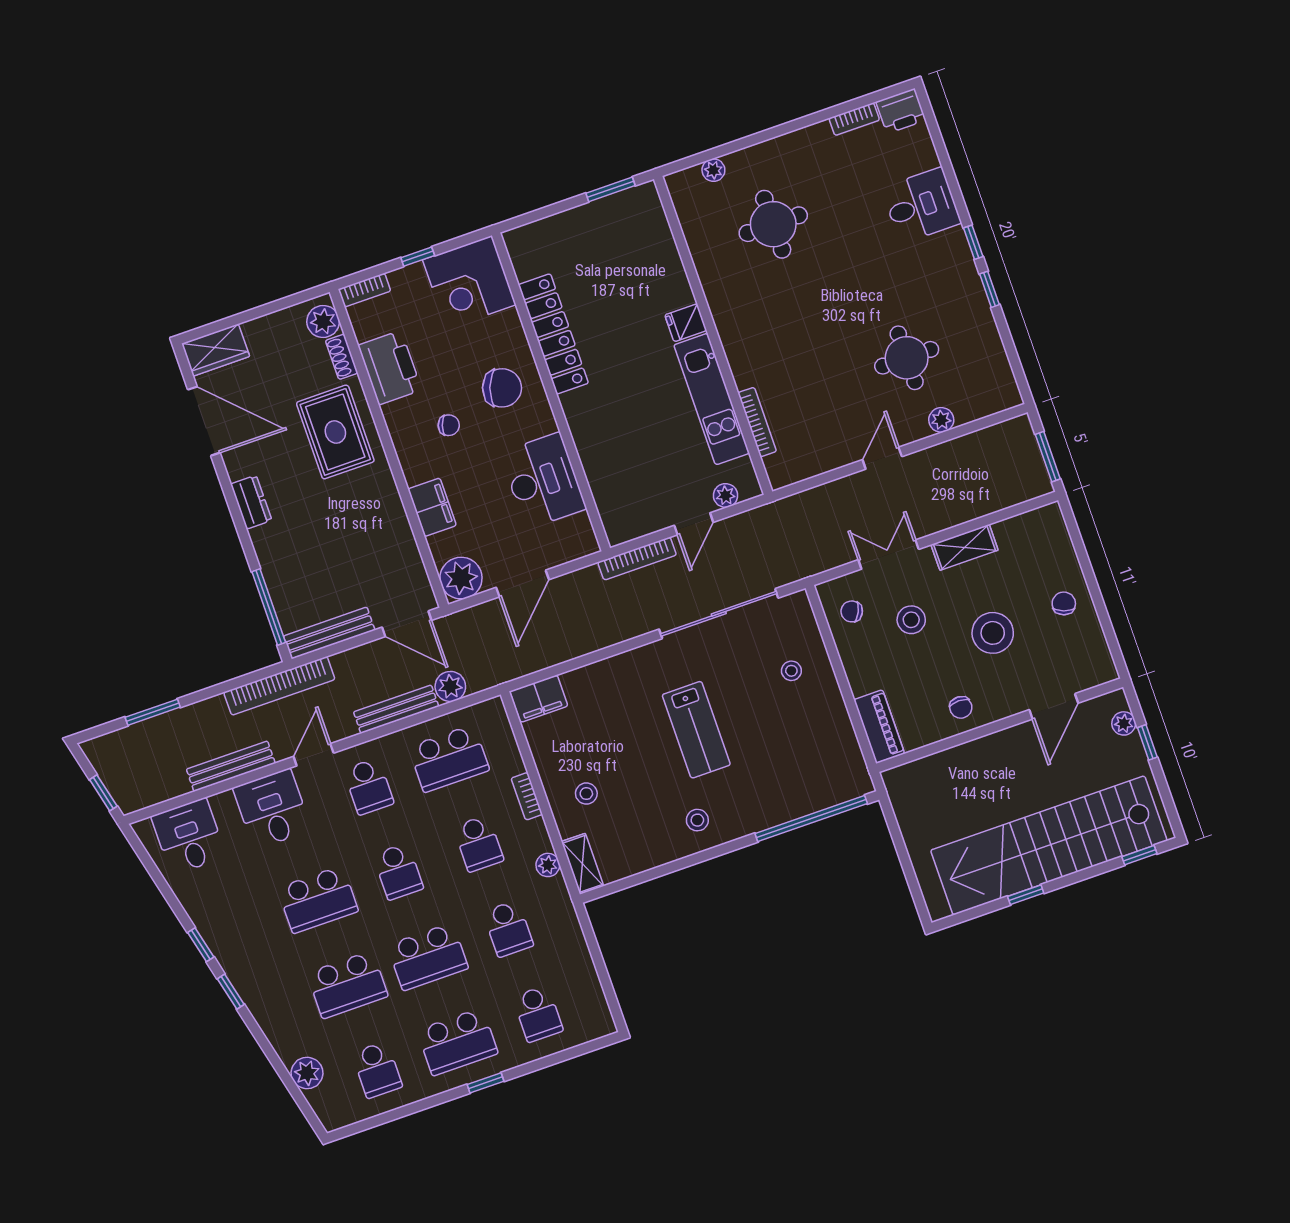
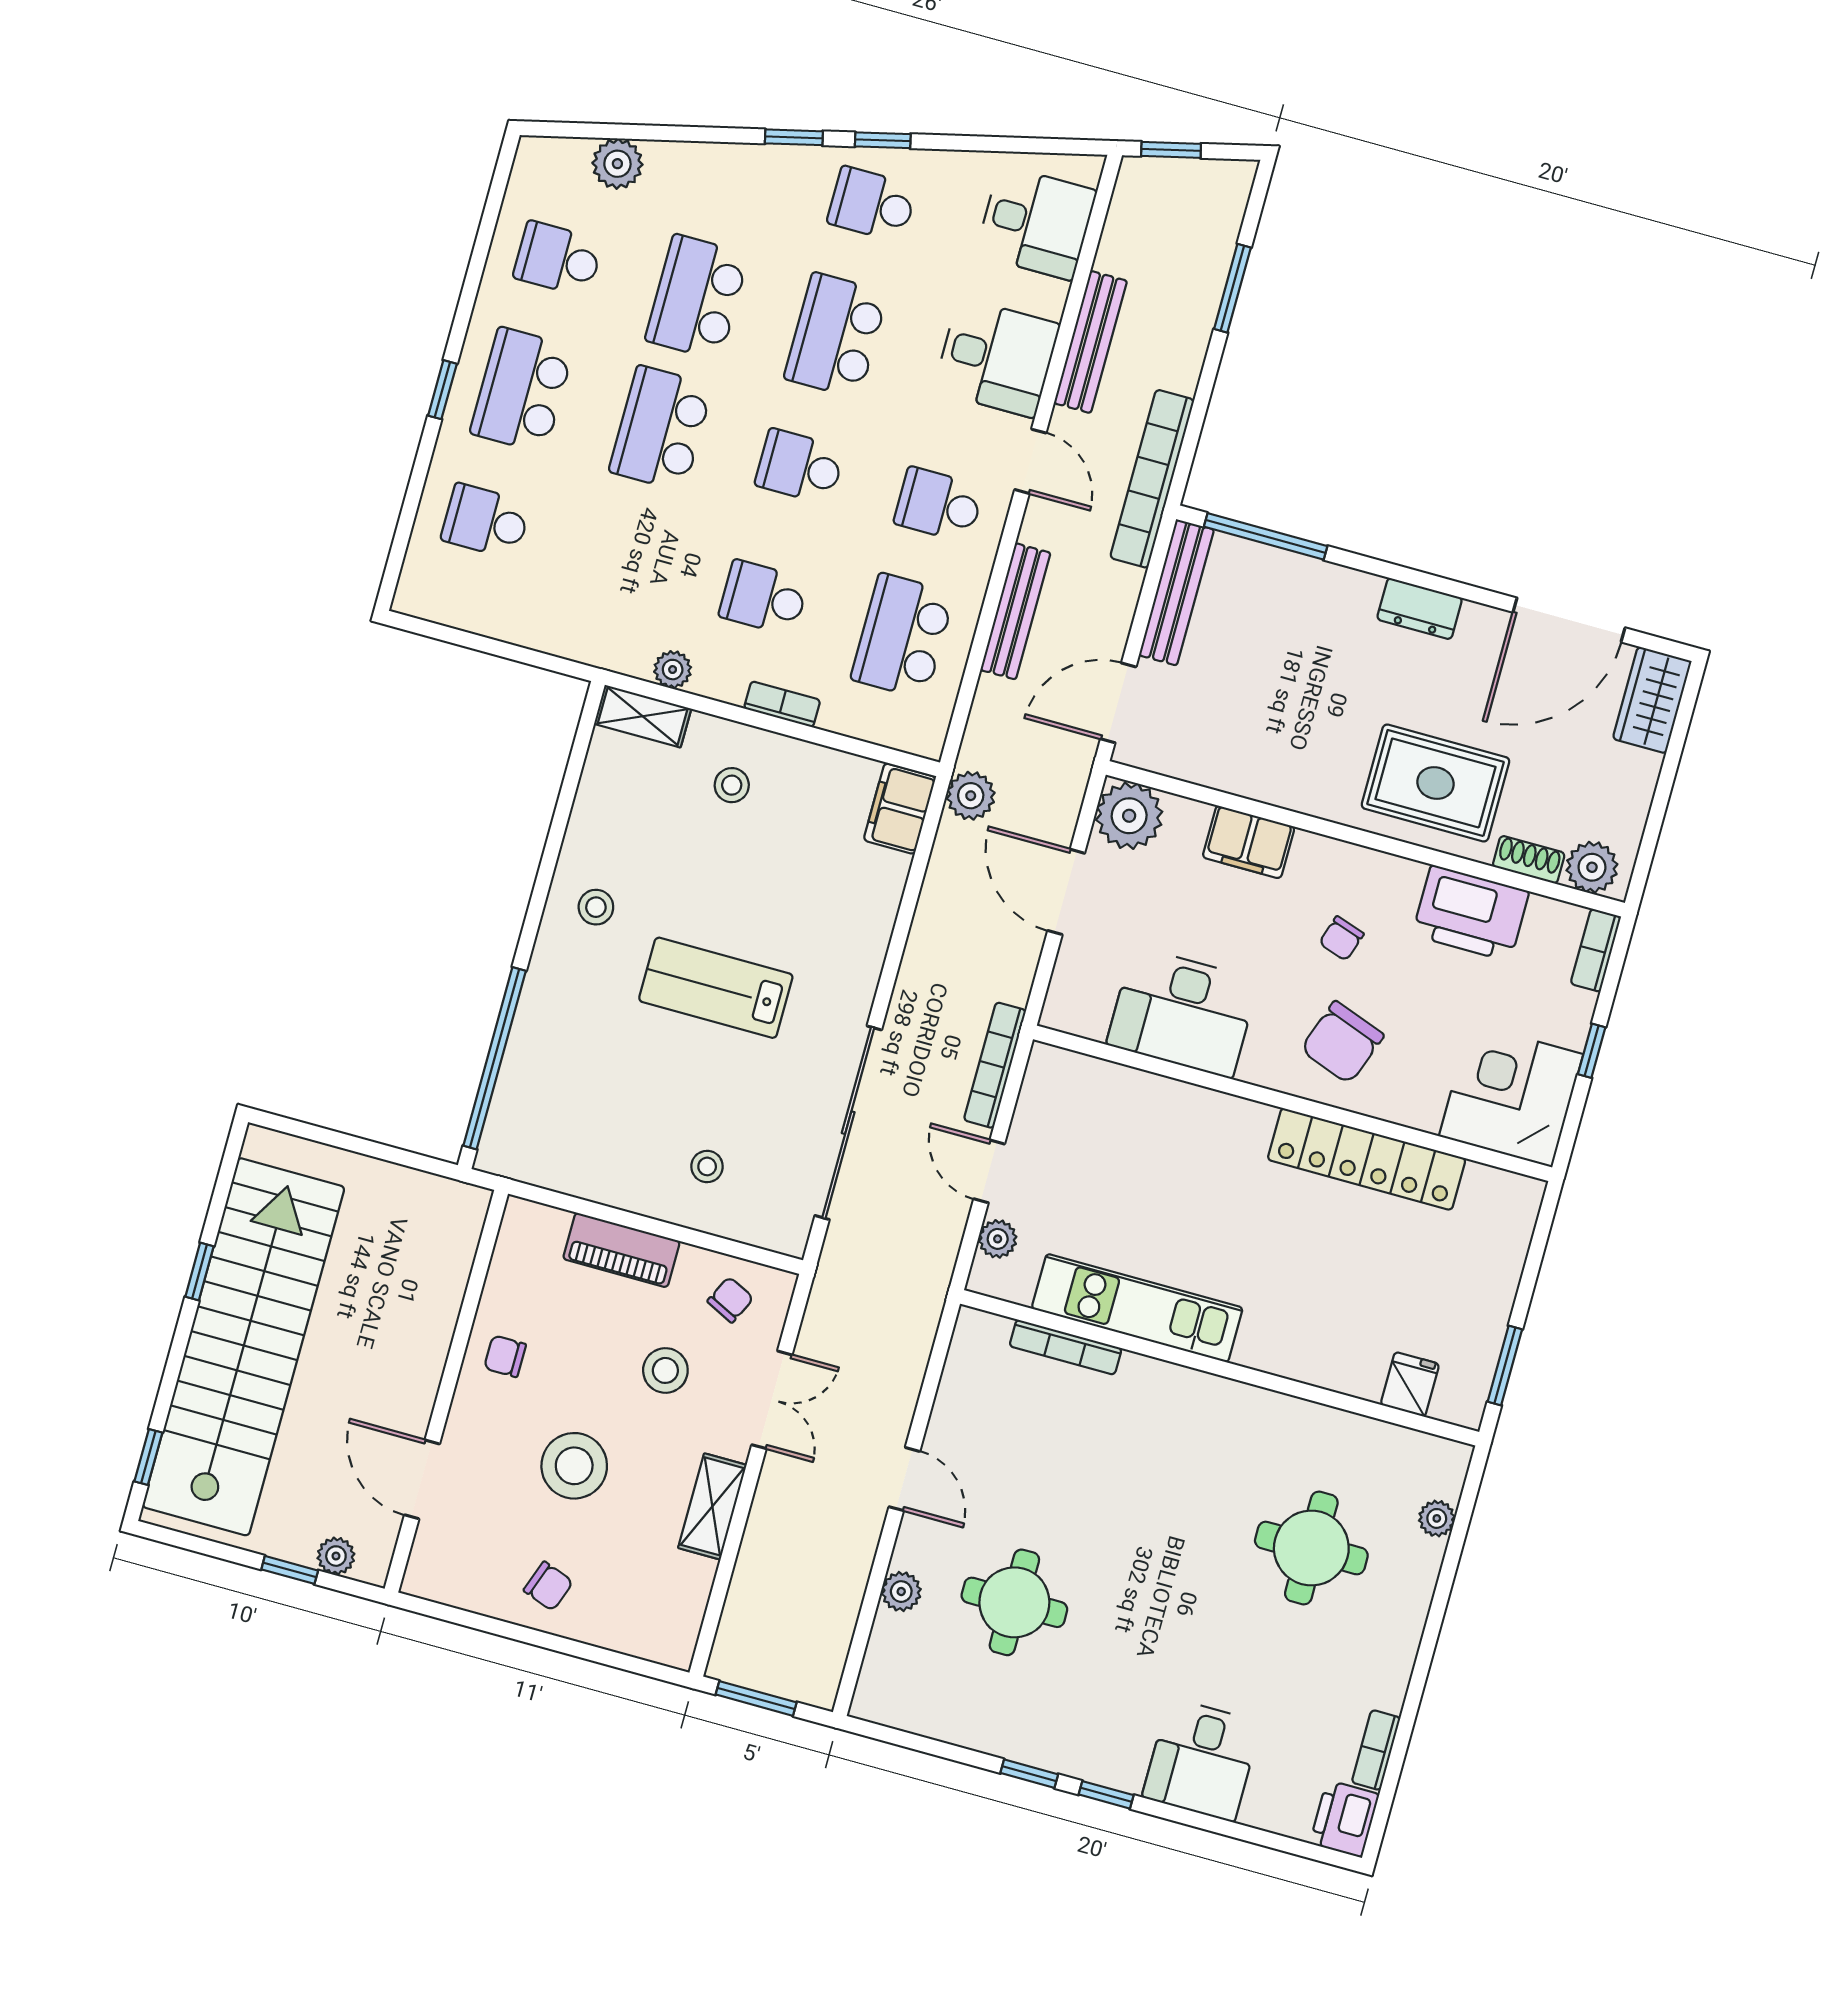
fridge: (686, 323) -> (1410, 1384), moved
plant: (450, 686) -> (971, 796), moved
piano: (879, 727) -> (621, 1250), moved
school desk: (508, 929) -> (872, 204), moved

